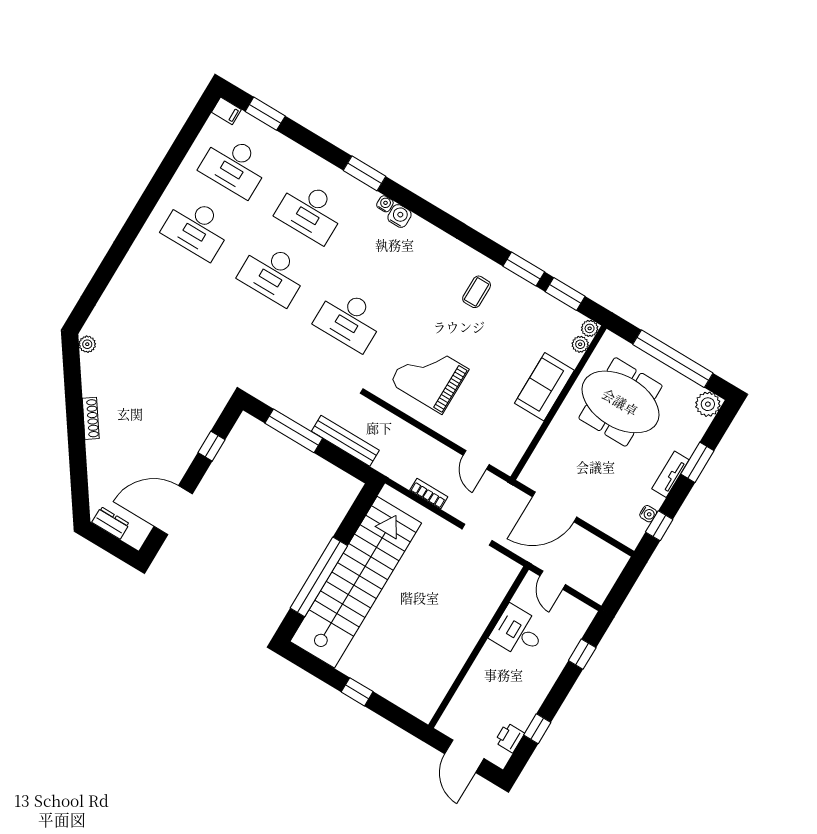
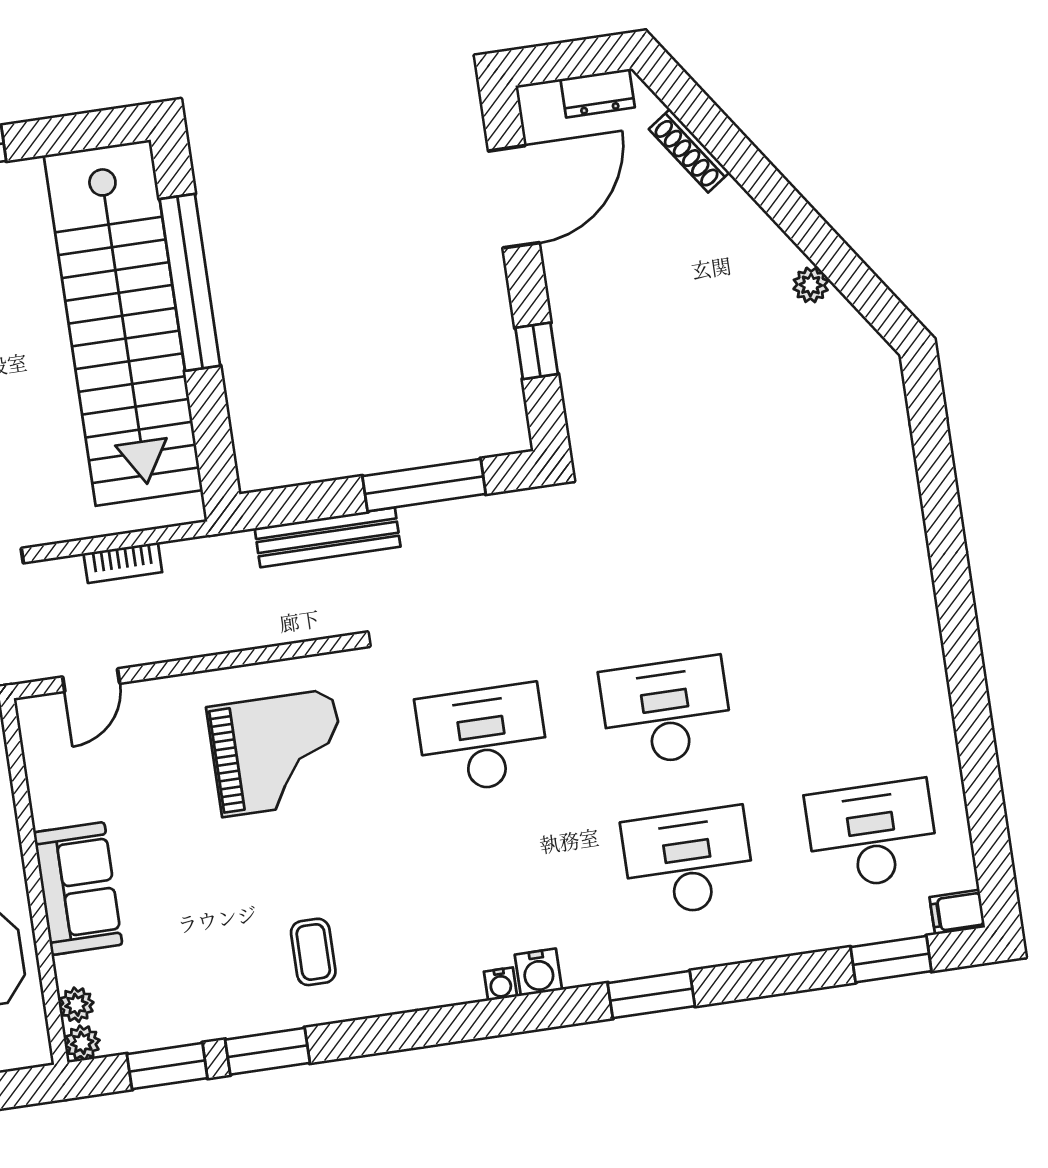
water cooler: (385, 204) -> (501, 984), moved
desk: (197, 228) -> (850, 684), removed
plant: (87, 344) -> (811, 285), moved
shoe rack: (91, 418) -> (689, 151), moved
door: (476, 460) -> (91, 680), swing flipped

